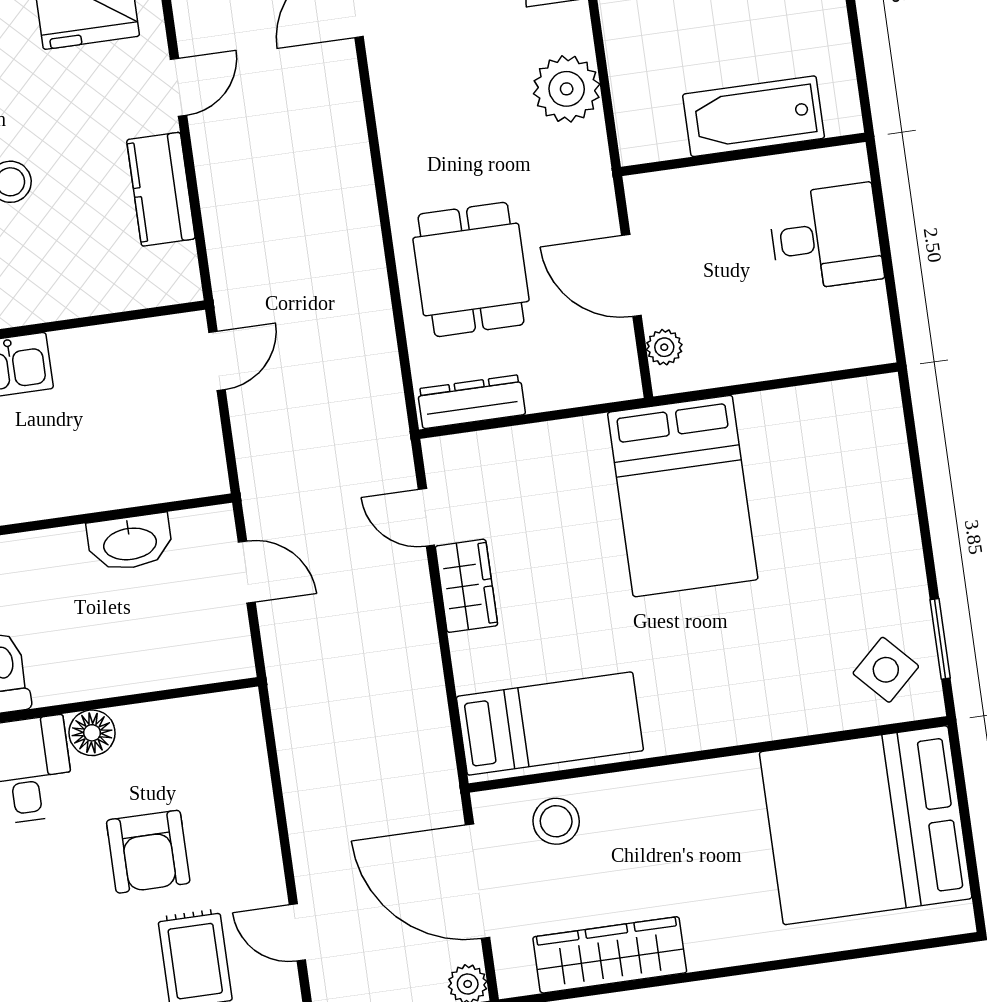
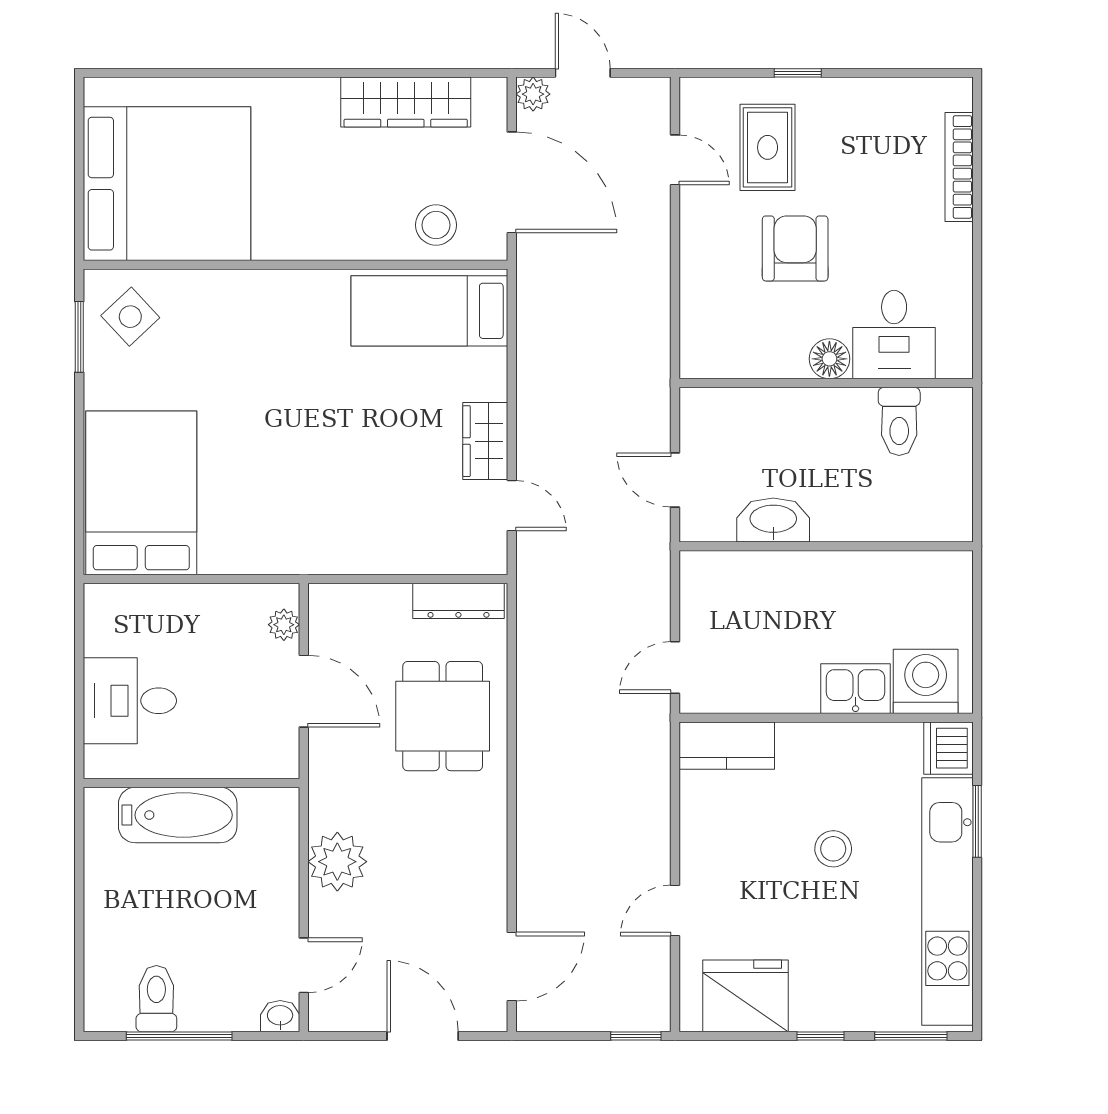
kitchen counter: (161, 189) -> (727, 746), moved, turned 90
bed: (683, 496) -> (141, 493), moved

